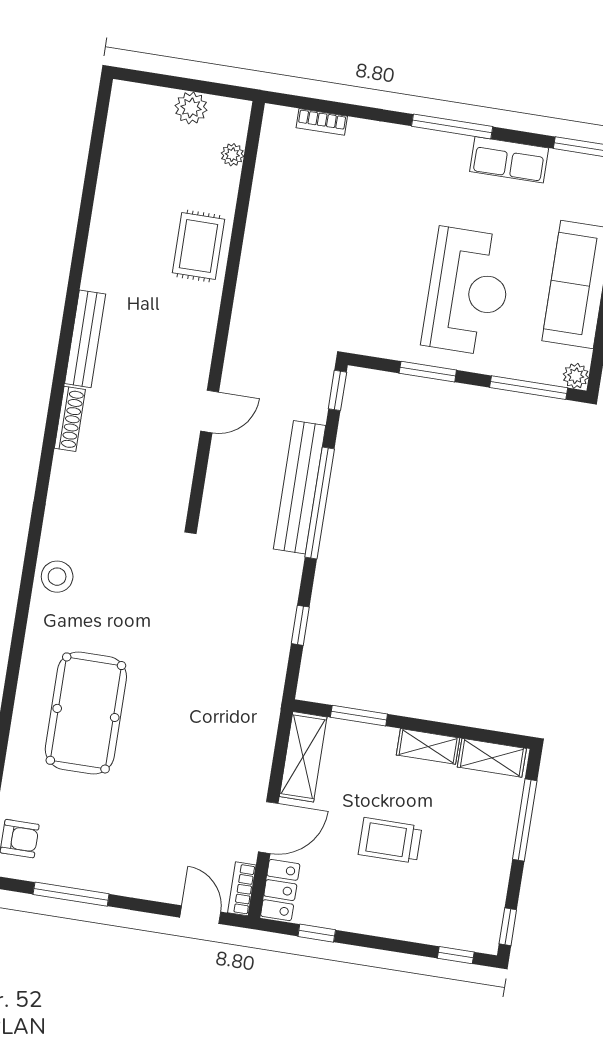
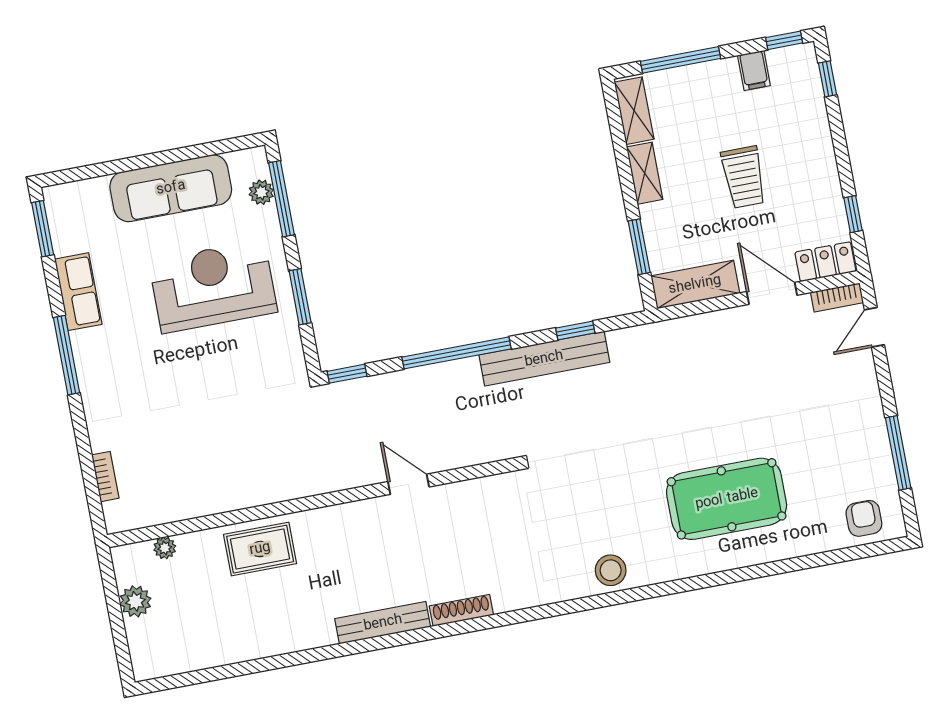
plant: (576, 376) -> (261, 192), moved
bench: (299, 487) -> (544, 359), moved
filing cabinet: (489, 887) -> (754, 70), added

